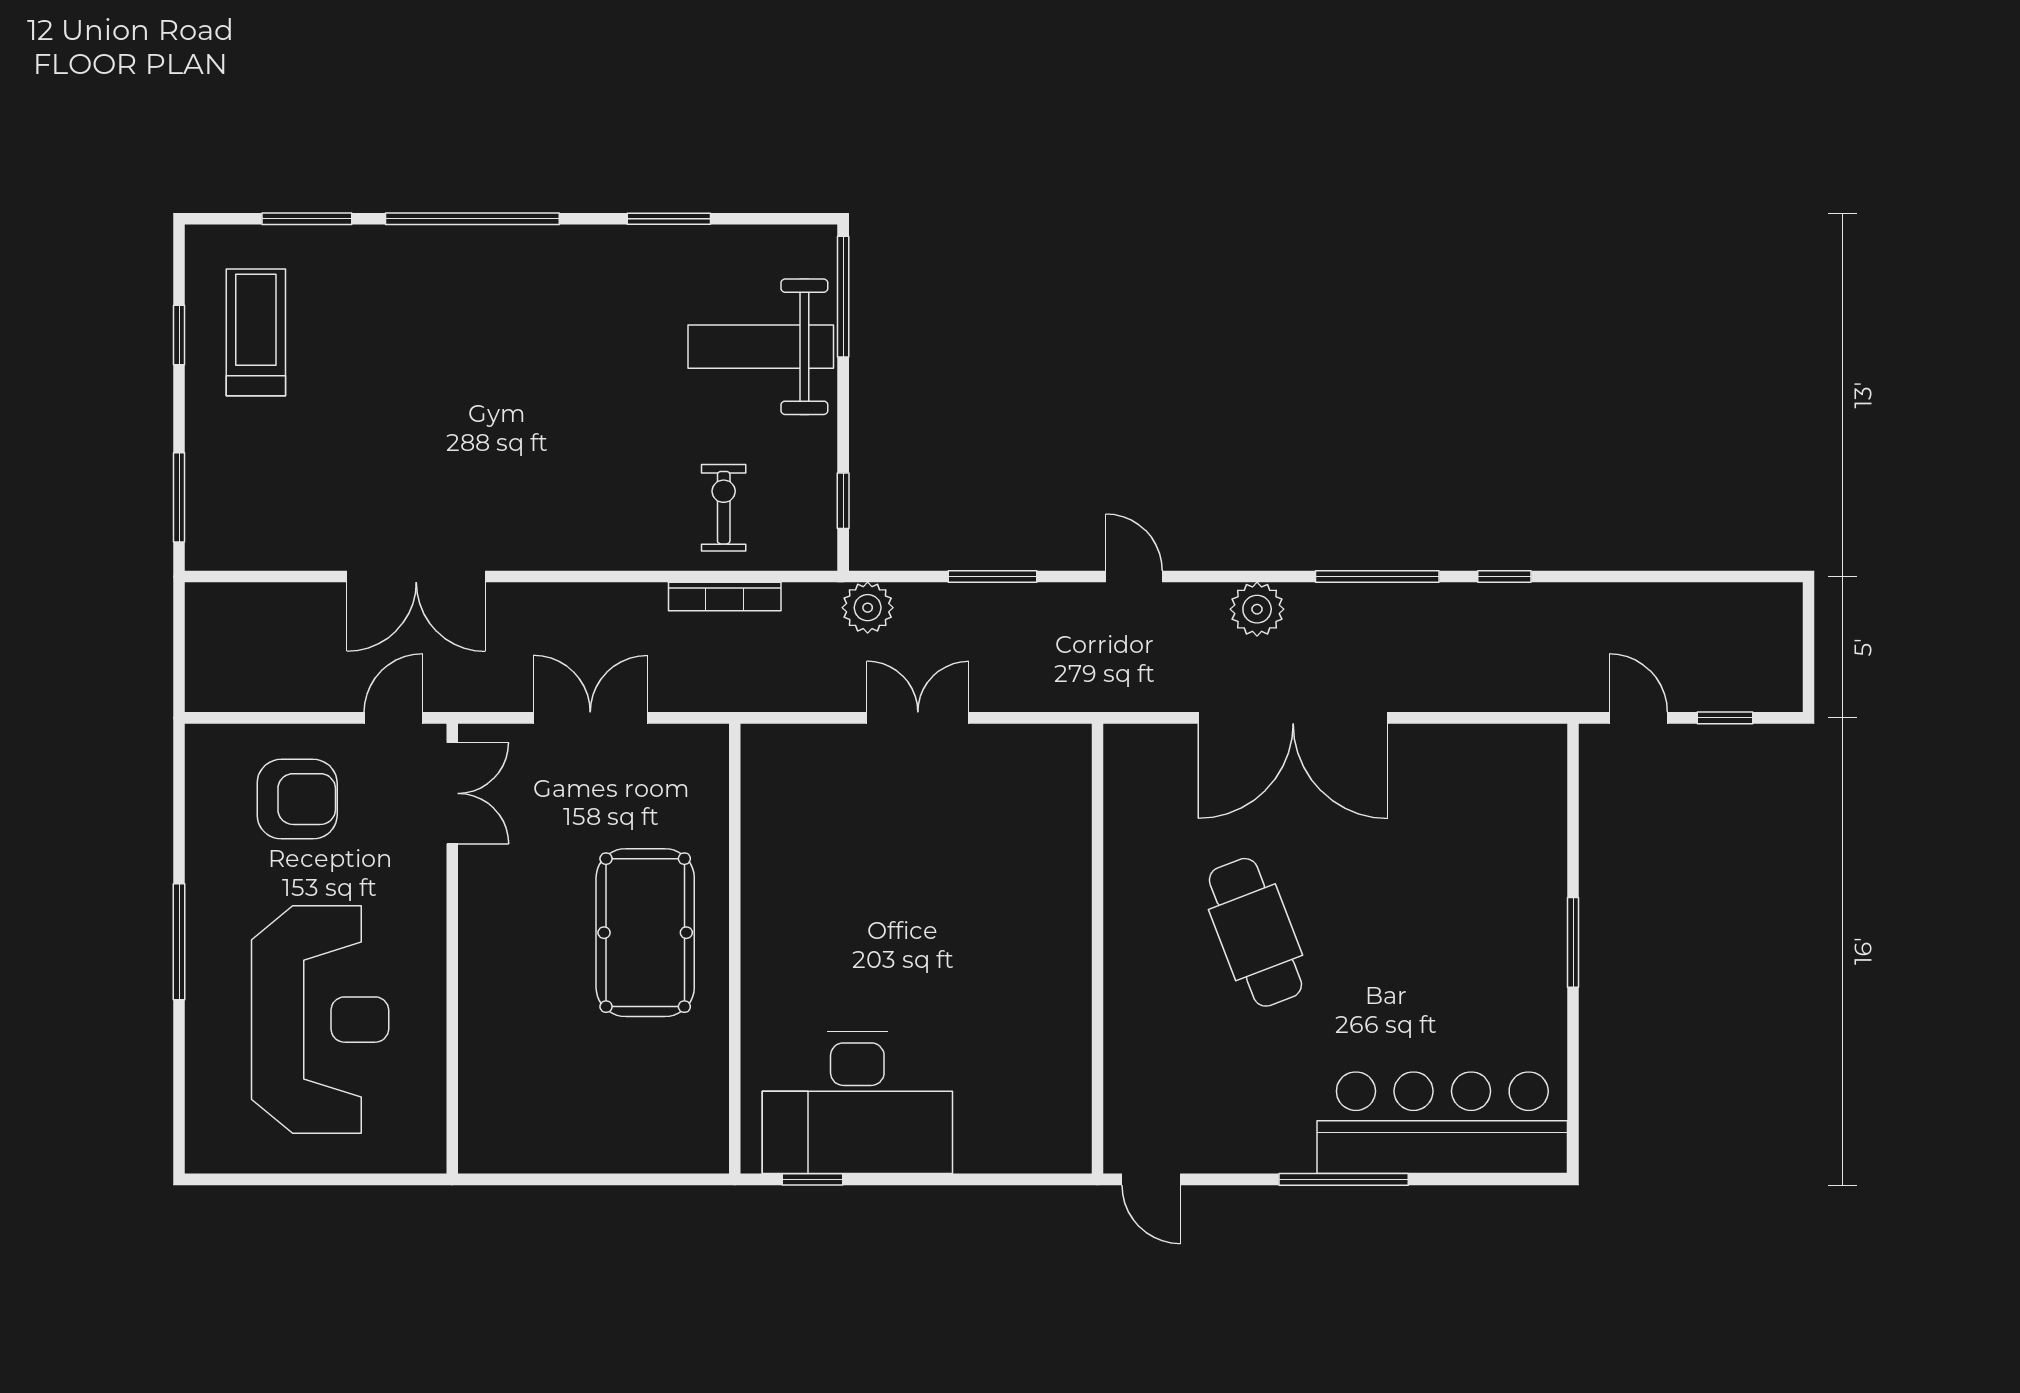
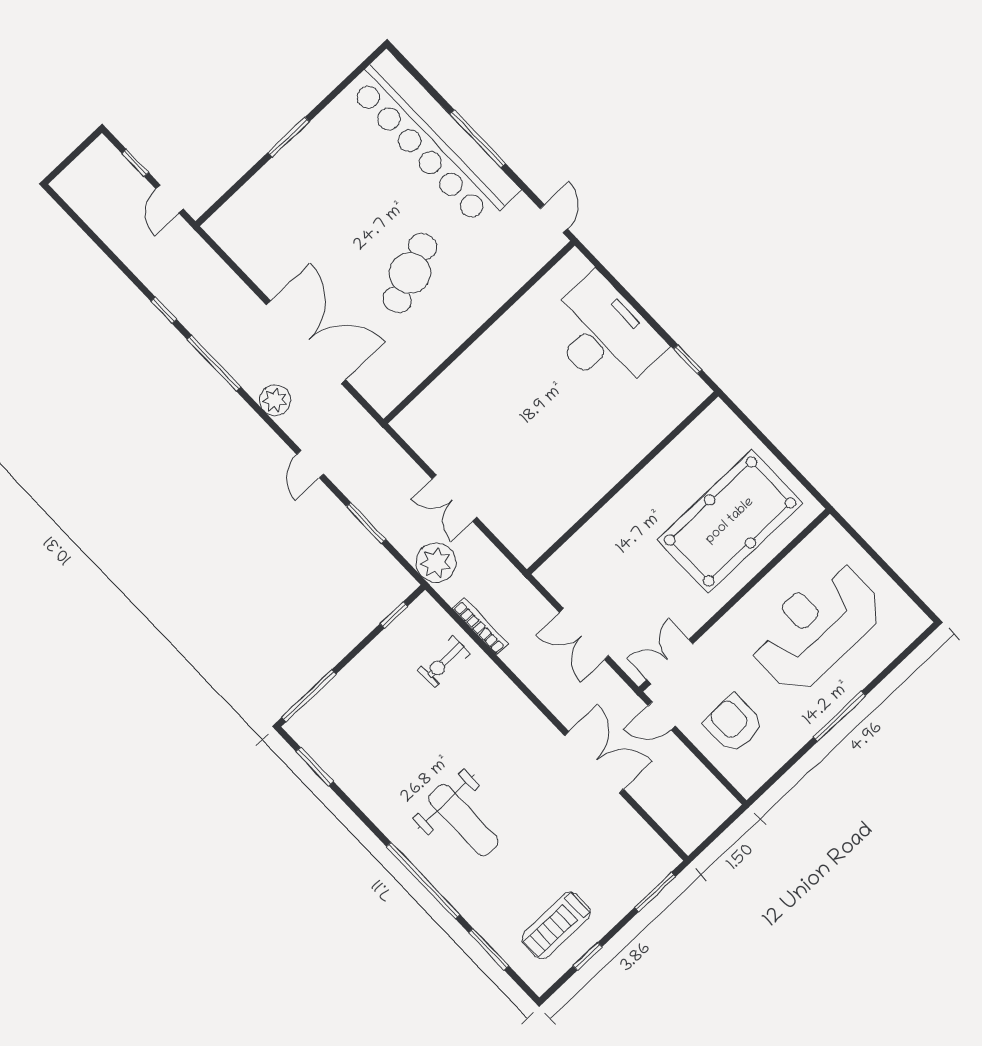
window: (669, 219) -> (315, 767), moved
weight bench: (761, 347) -> (463, 820), moved
plant: (868, 608) -> (436, 563), width x1.36, depth x1.36
pool table: (645, 933) -> (730, 521), moved, width x1.36, depth x1.32
desk: (857, 1103) -> (603, 335), moved
bar counter: (1442, 1123) -> (433, 139), width x1.36

